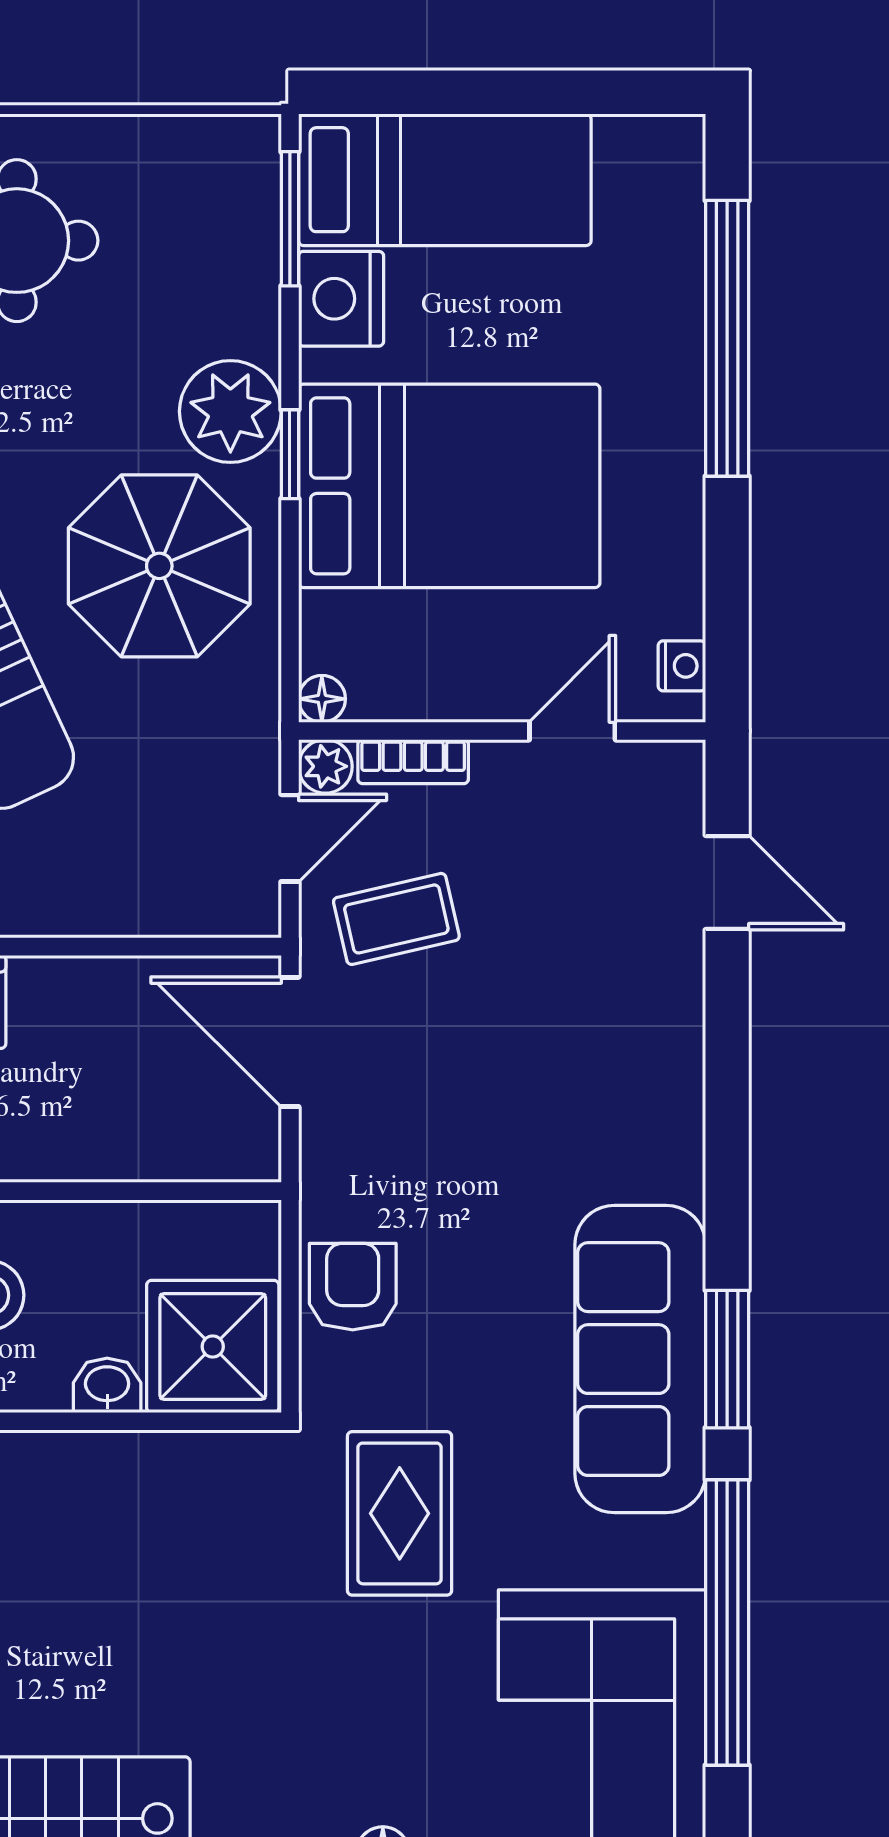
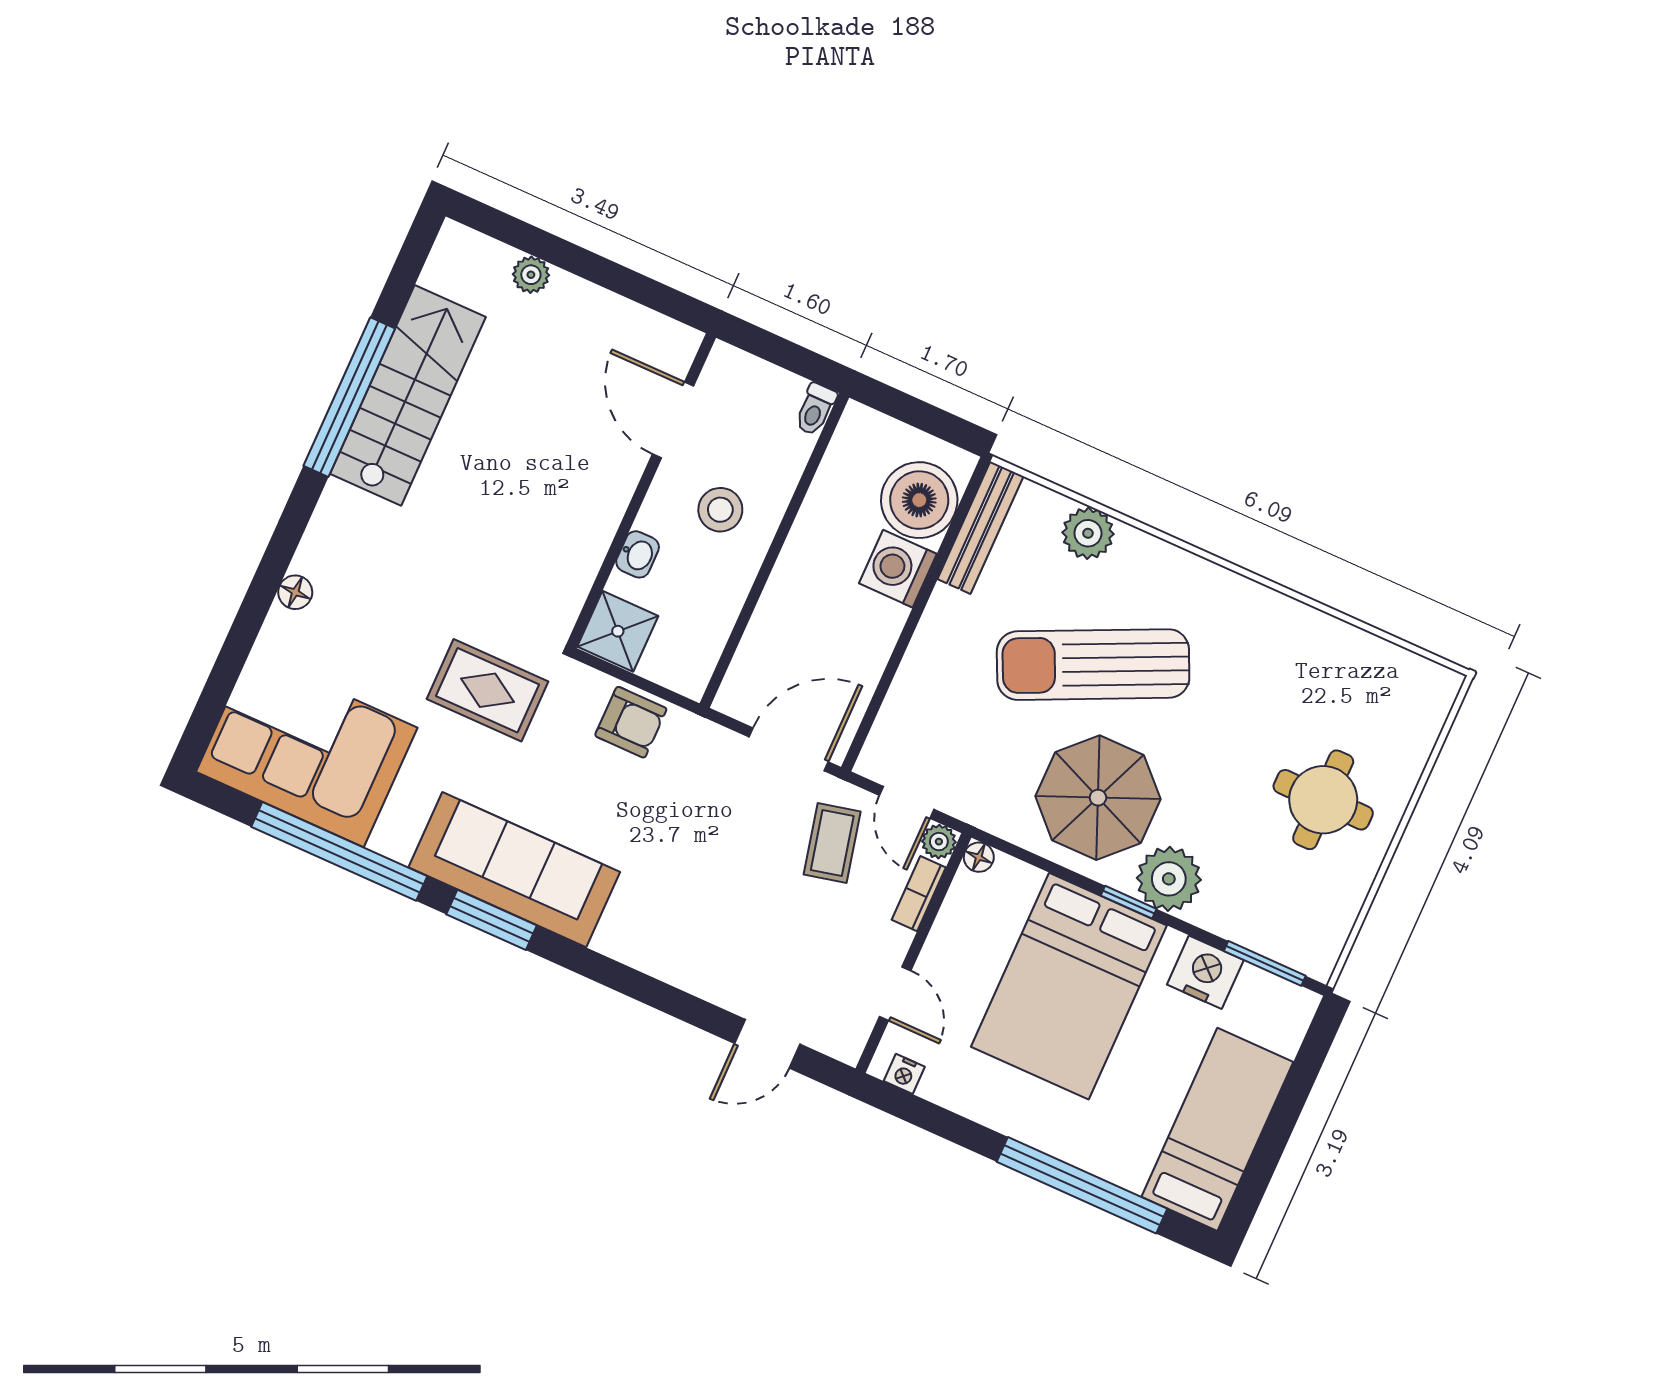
bed: (445, 180) -> (1217, 1129), moved, turned 180
shower: (213, 1347) -> (618, 631), width x0.73, depth x0.73

